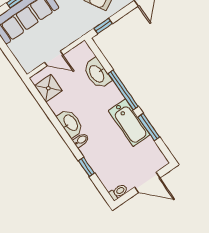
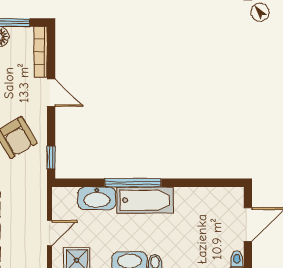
bathtub: (129, 123) -> (145, 200), moved
window: (149, 127) -> (191, 183), removed

